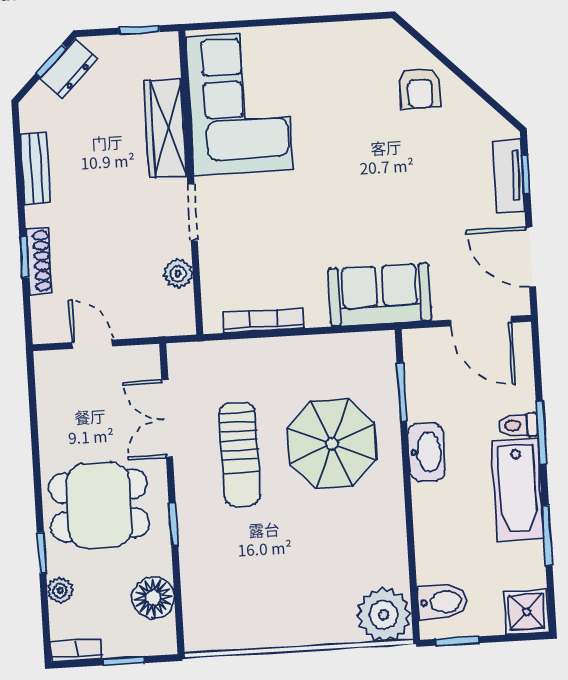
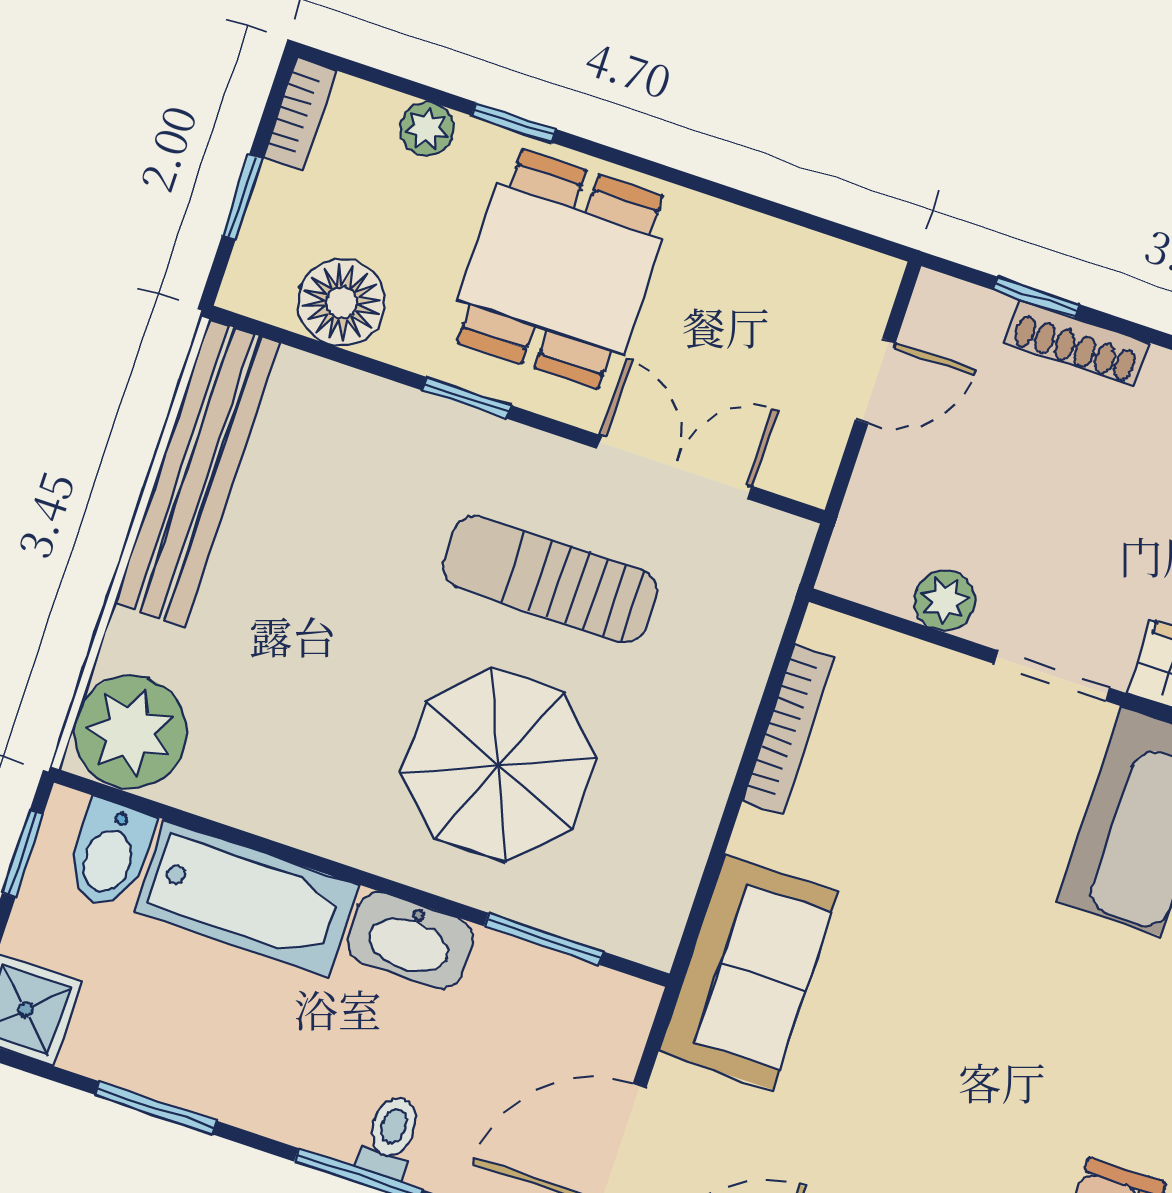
window: (24, 257) -> (1036, 297), moved
bathtub: (518, 490) -> (246, 898), moved, turned 180
bench: (256, 632) -> (197, 473), added

